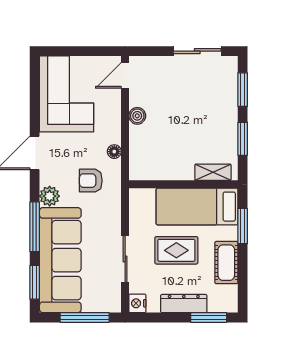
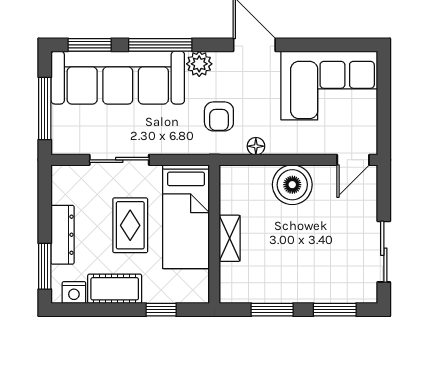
door: (125, 75) -> (353, 160), swing flipped
boiler: (137, 116) -> (292, 185), width x1.86, depth x1.86
shelving: (213, 172) -> (230, 238), moved
armchair: (91, 181) -> (219, 116), turned 180
bed: (197, 207) -> (186, 217), moved, turned 180
window: (243, 226) -> (161, 310), width x0.67
nightstand: (137, 303) -> (74, 293), moved, turned 180

